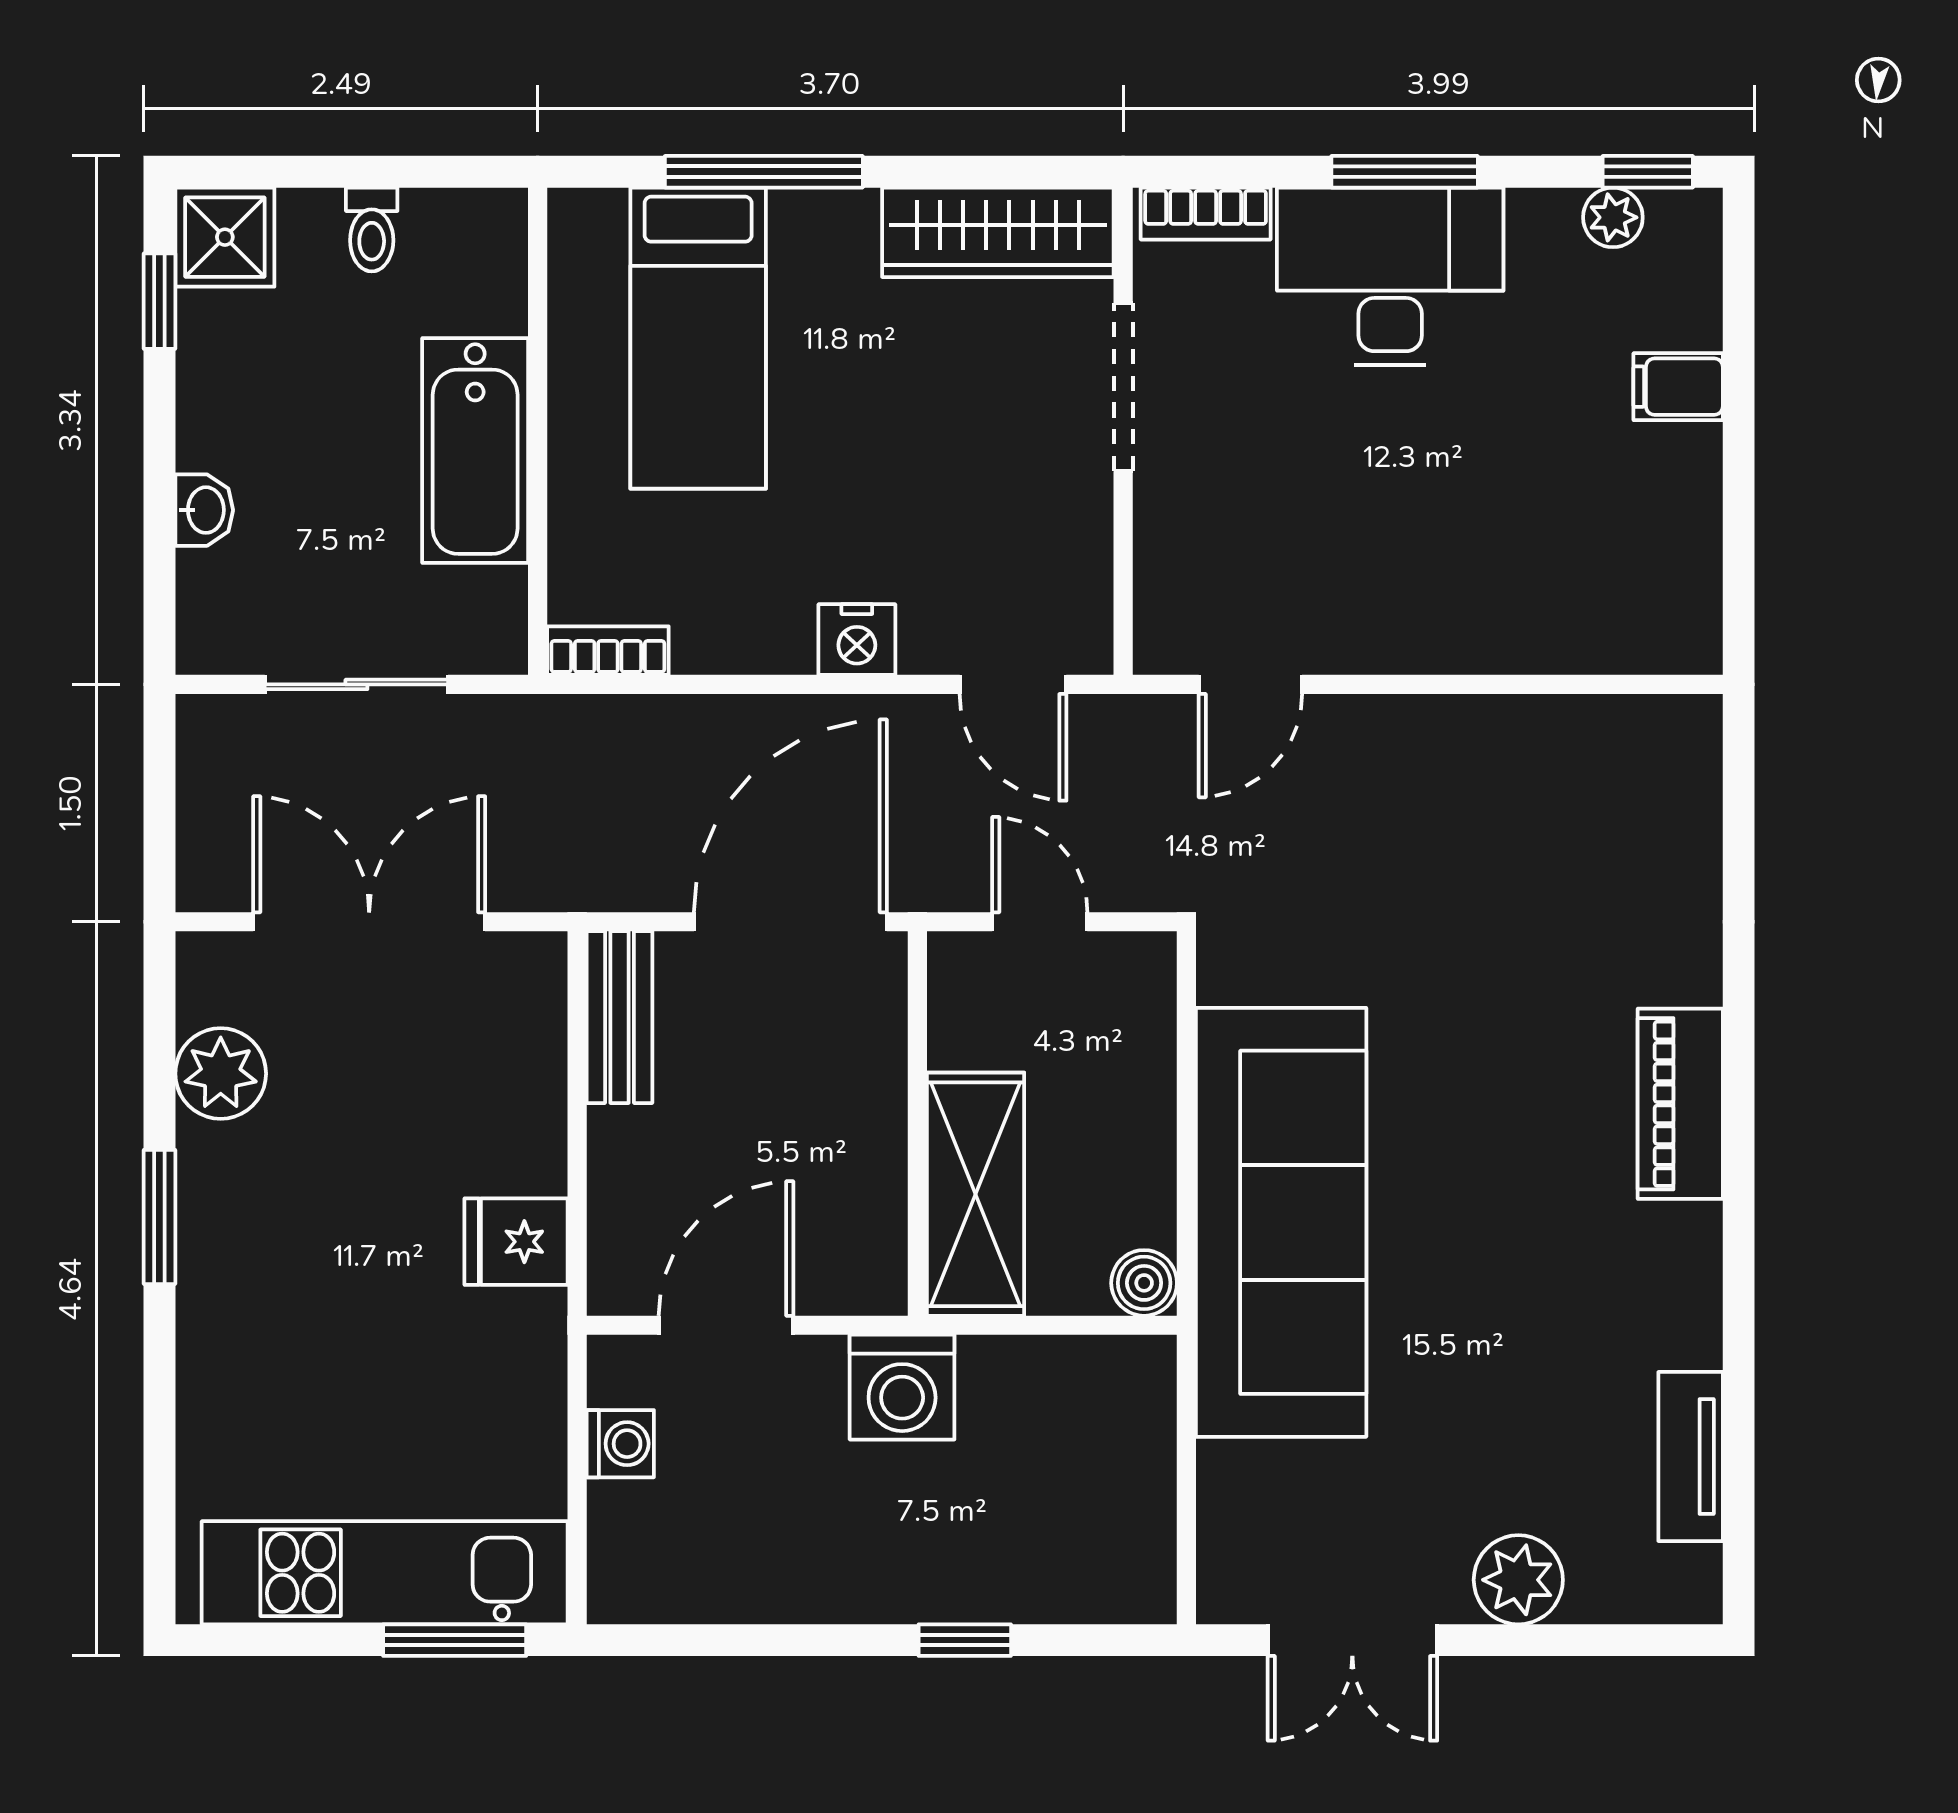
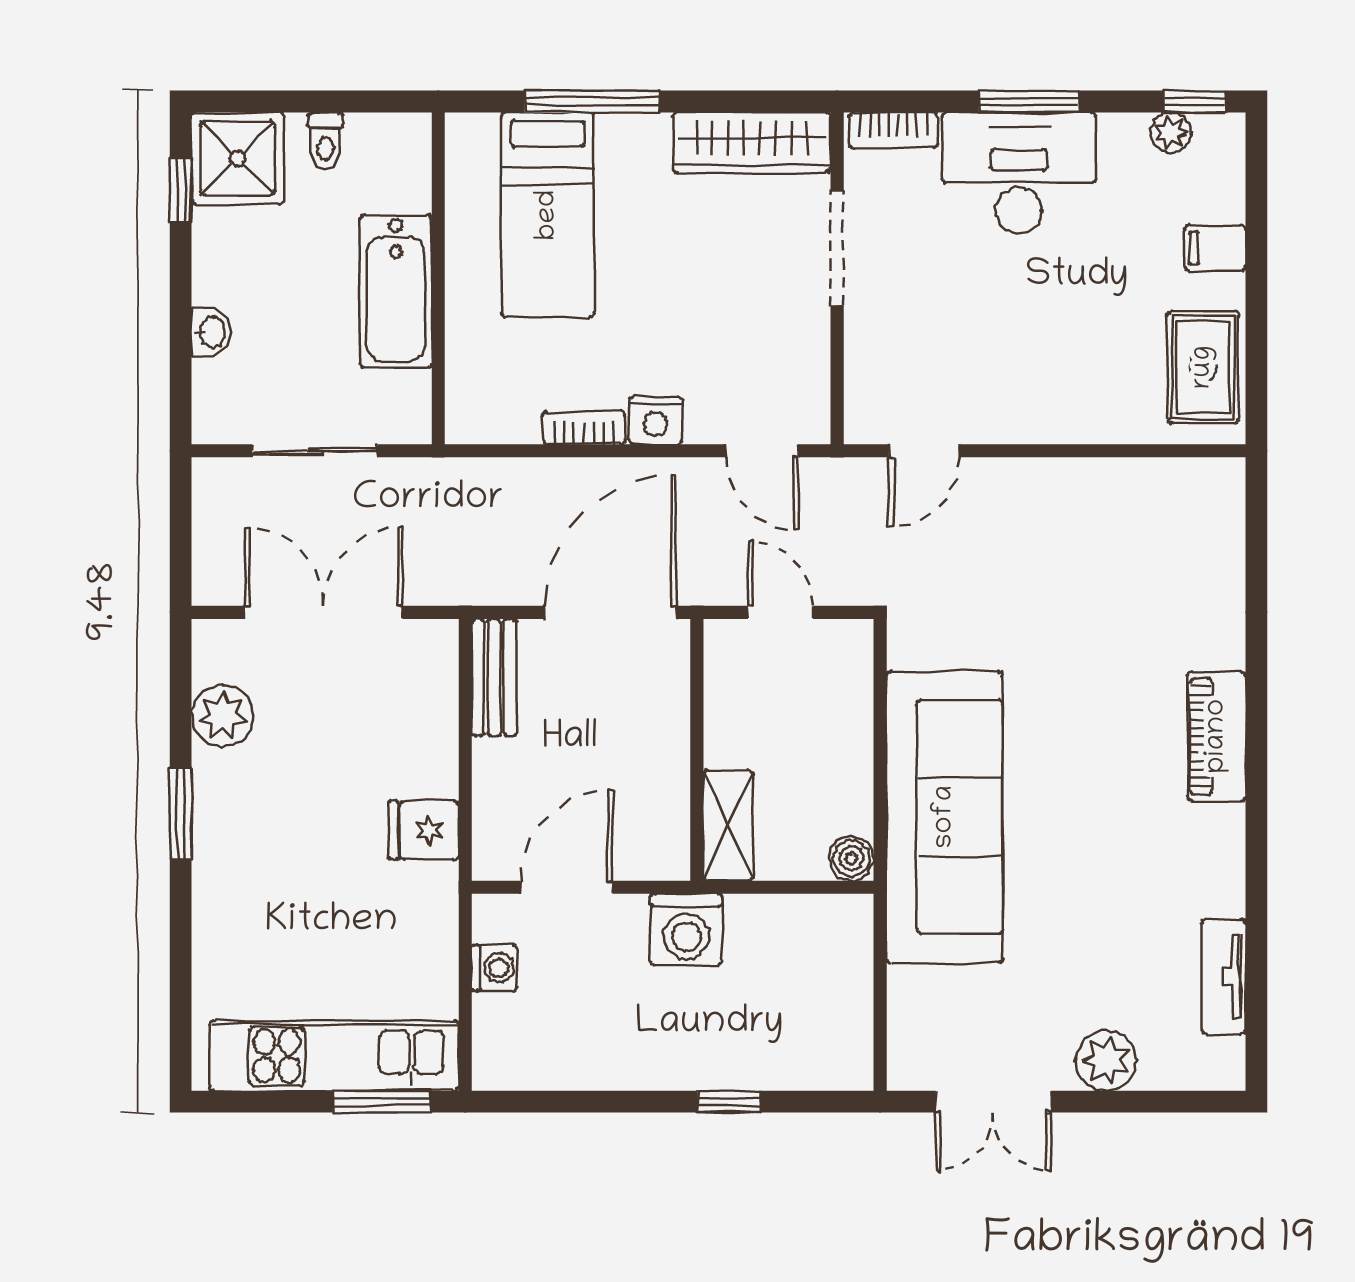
shower: (225, 237) -> (238, 158), width x1.36, depth x1.36
rug: (1660, 562) -> (1203, 367), added
bookcase: (608, 651) -> (584, 428), moved
shelving: (976, 1194) -> (728, 826), width x0.67, depth x0.75

